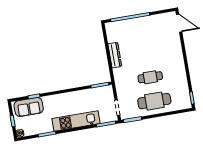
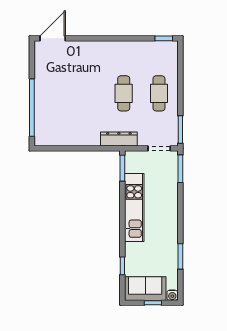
dresser: (115, 55) -> (119, 139), moved
cafe table: (154, 101) -> (159, 93), width x0.73, depth x0.74
sofa: (29, 107) -> (145, 289), moved, turned -90
kitchen unit: (76, 121) -> (134, 208), moved, turned 180

